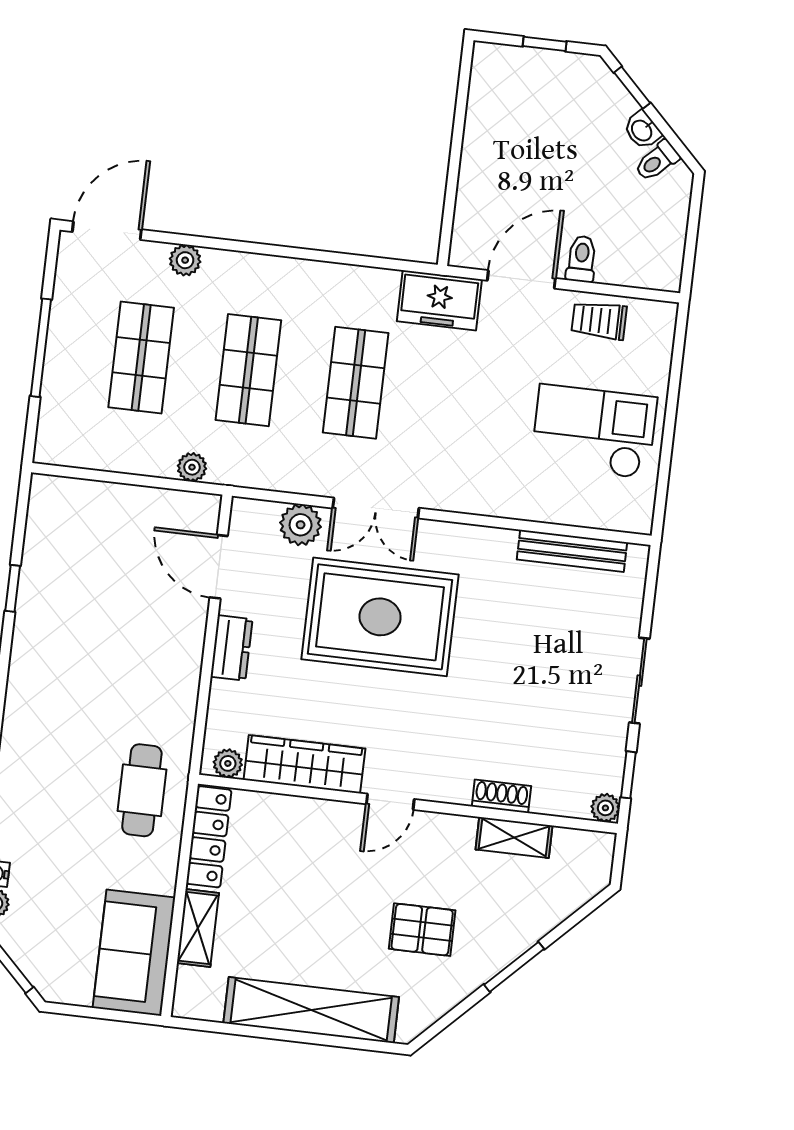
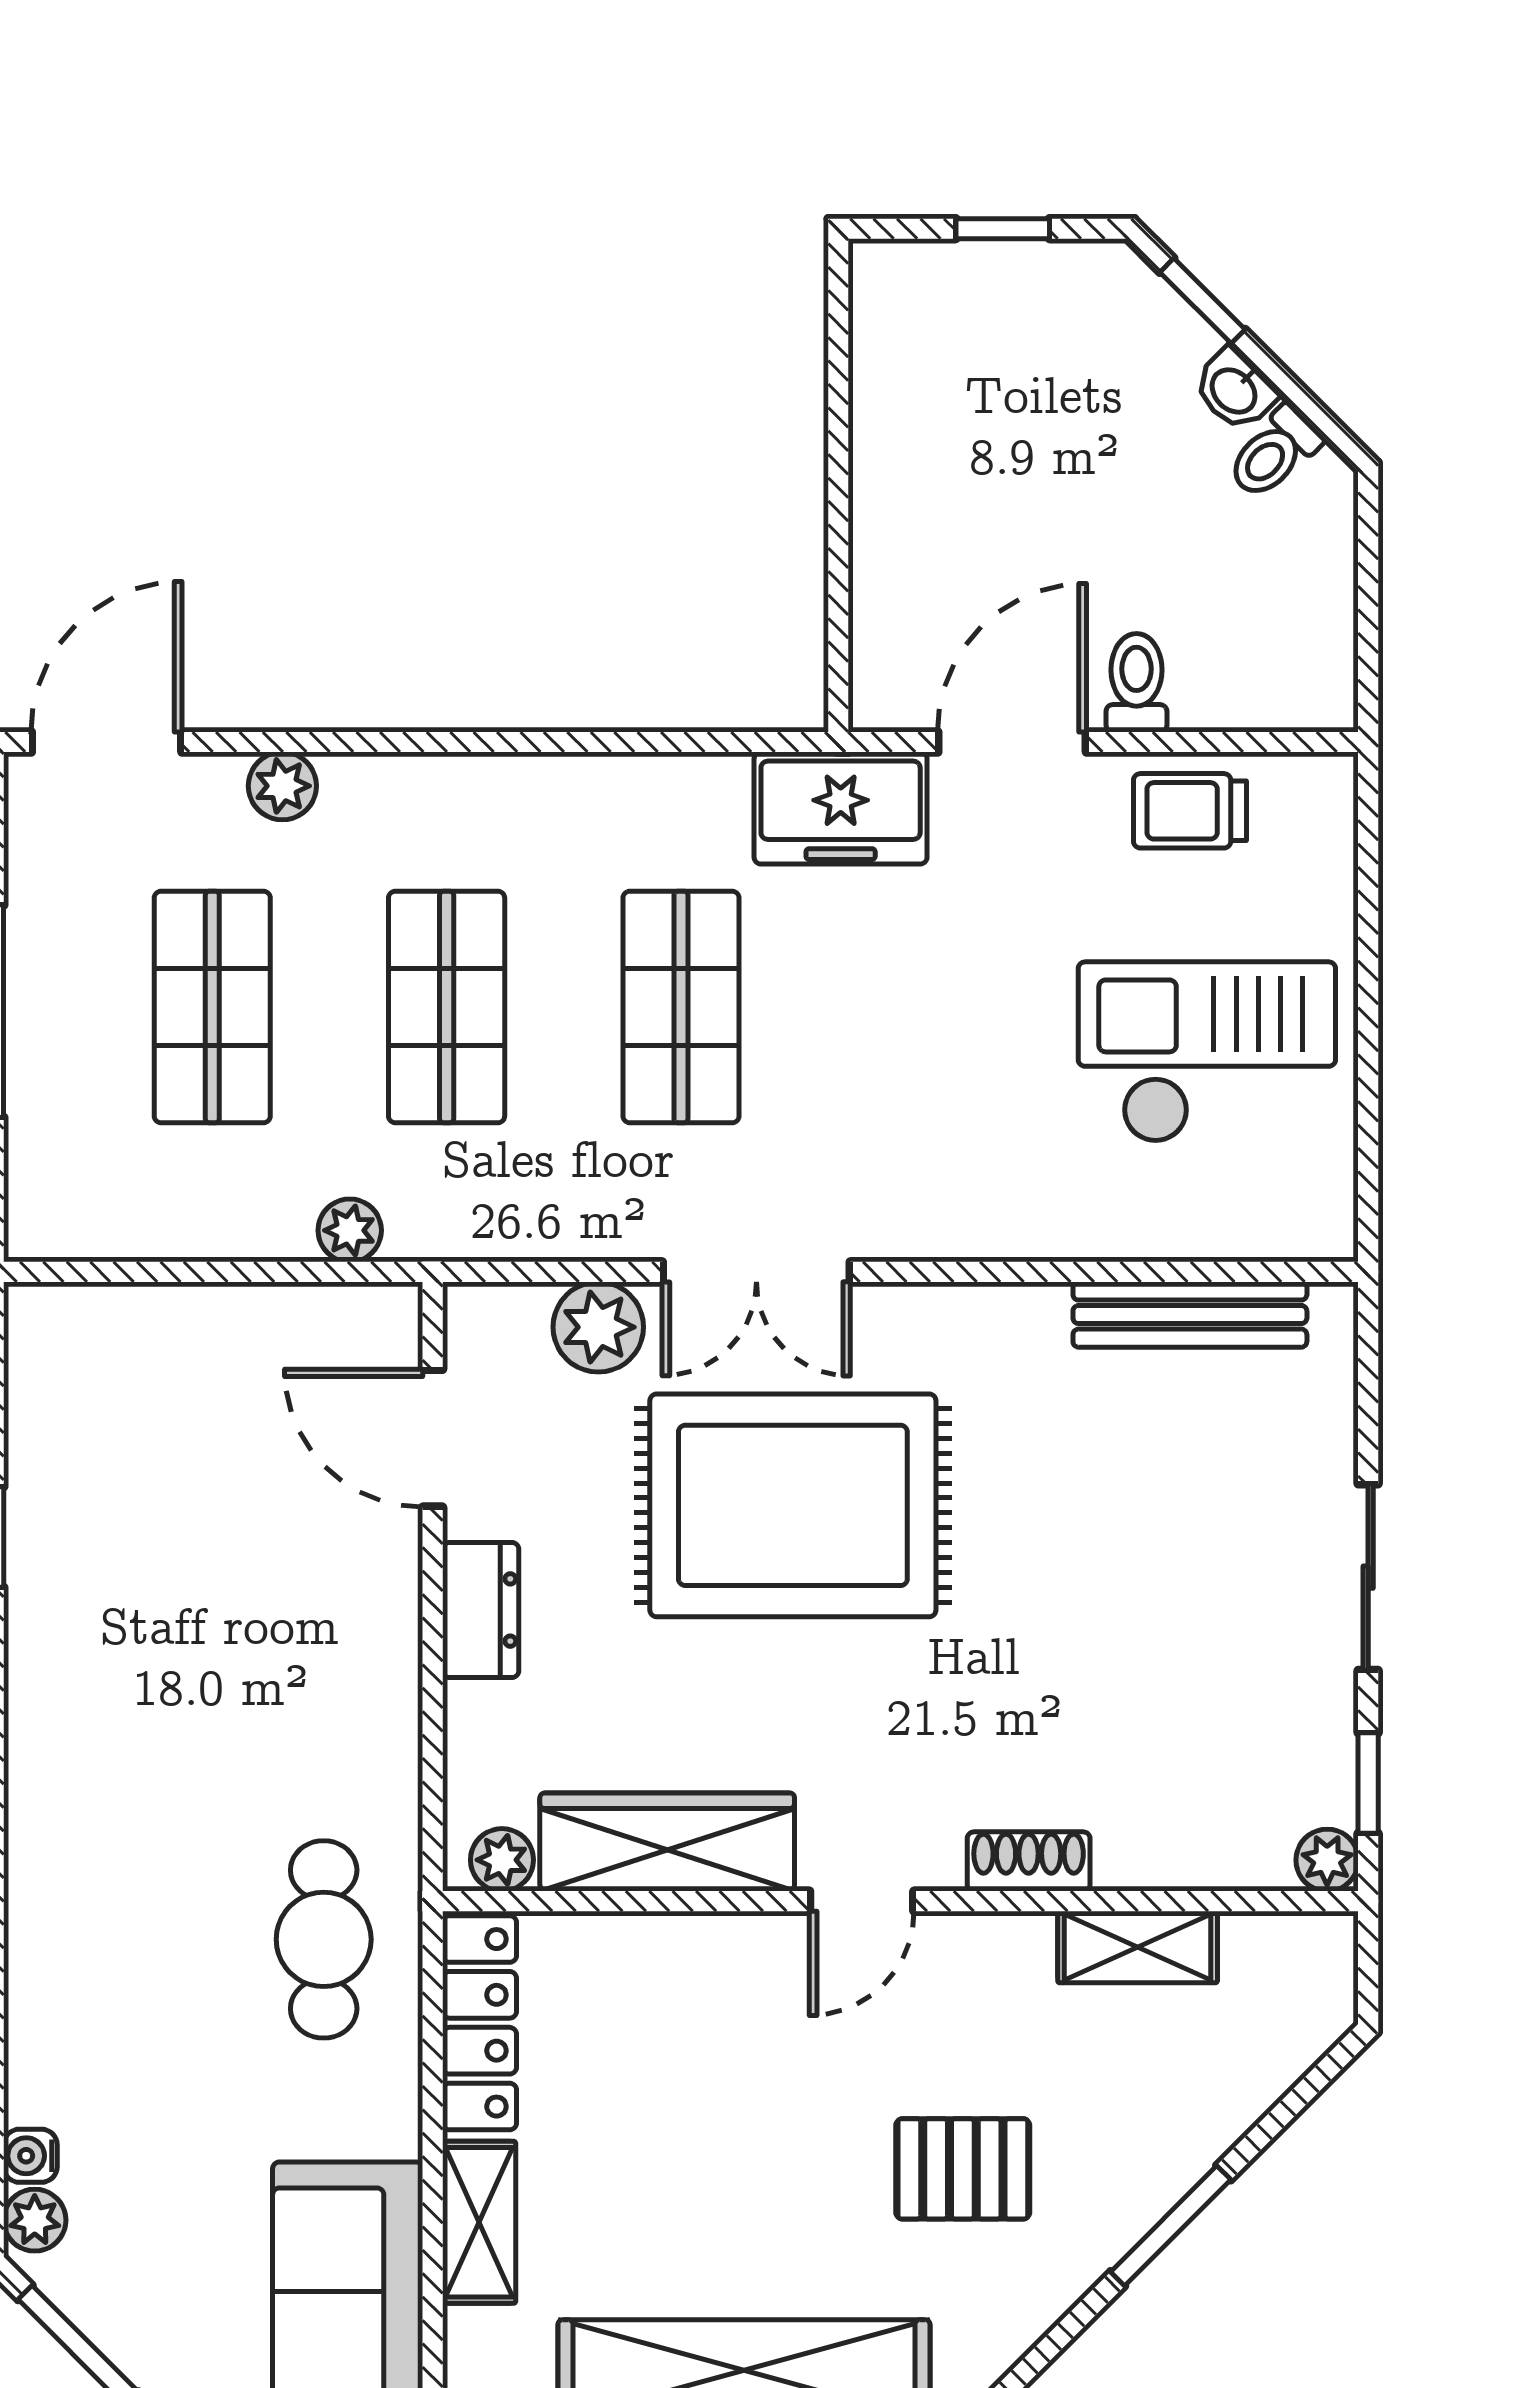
shoe rack: (501, 796) -> (1029, 1861), moved

